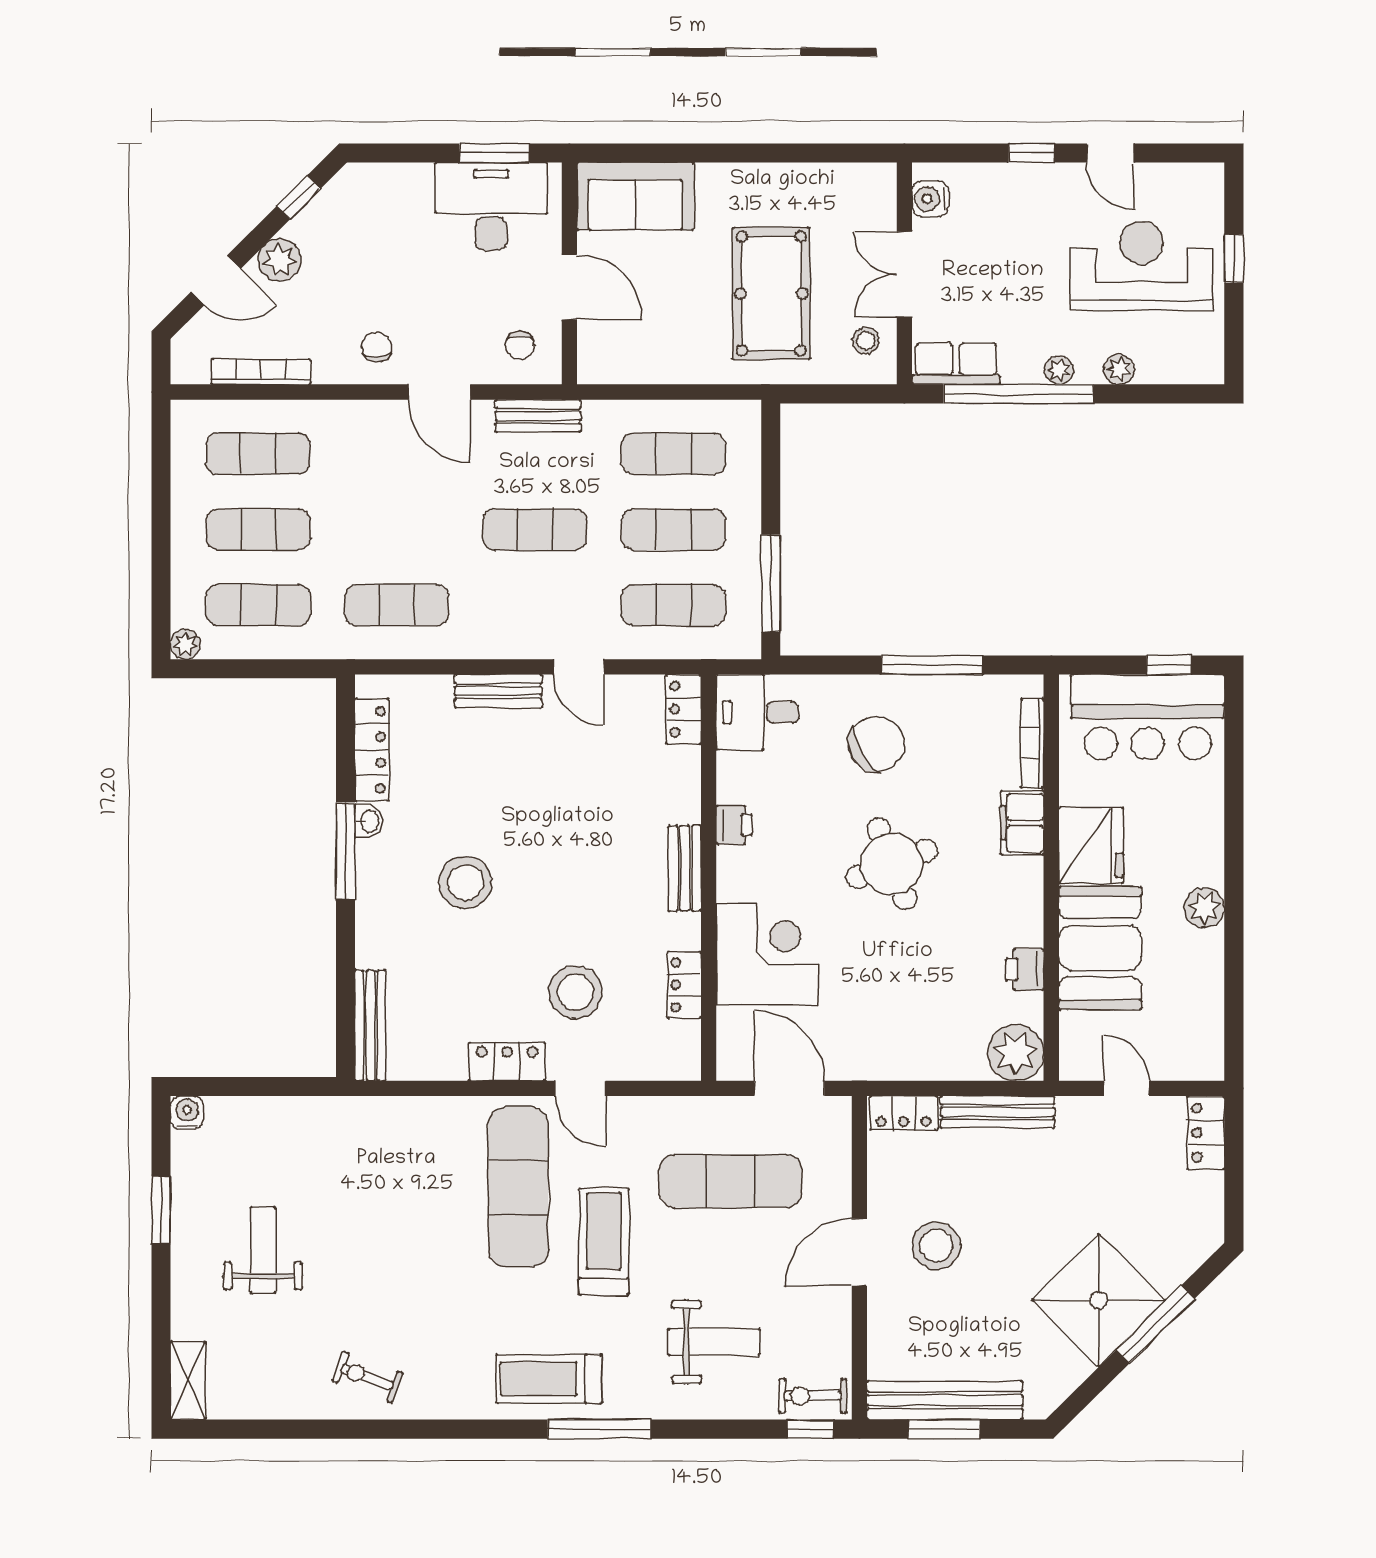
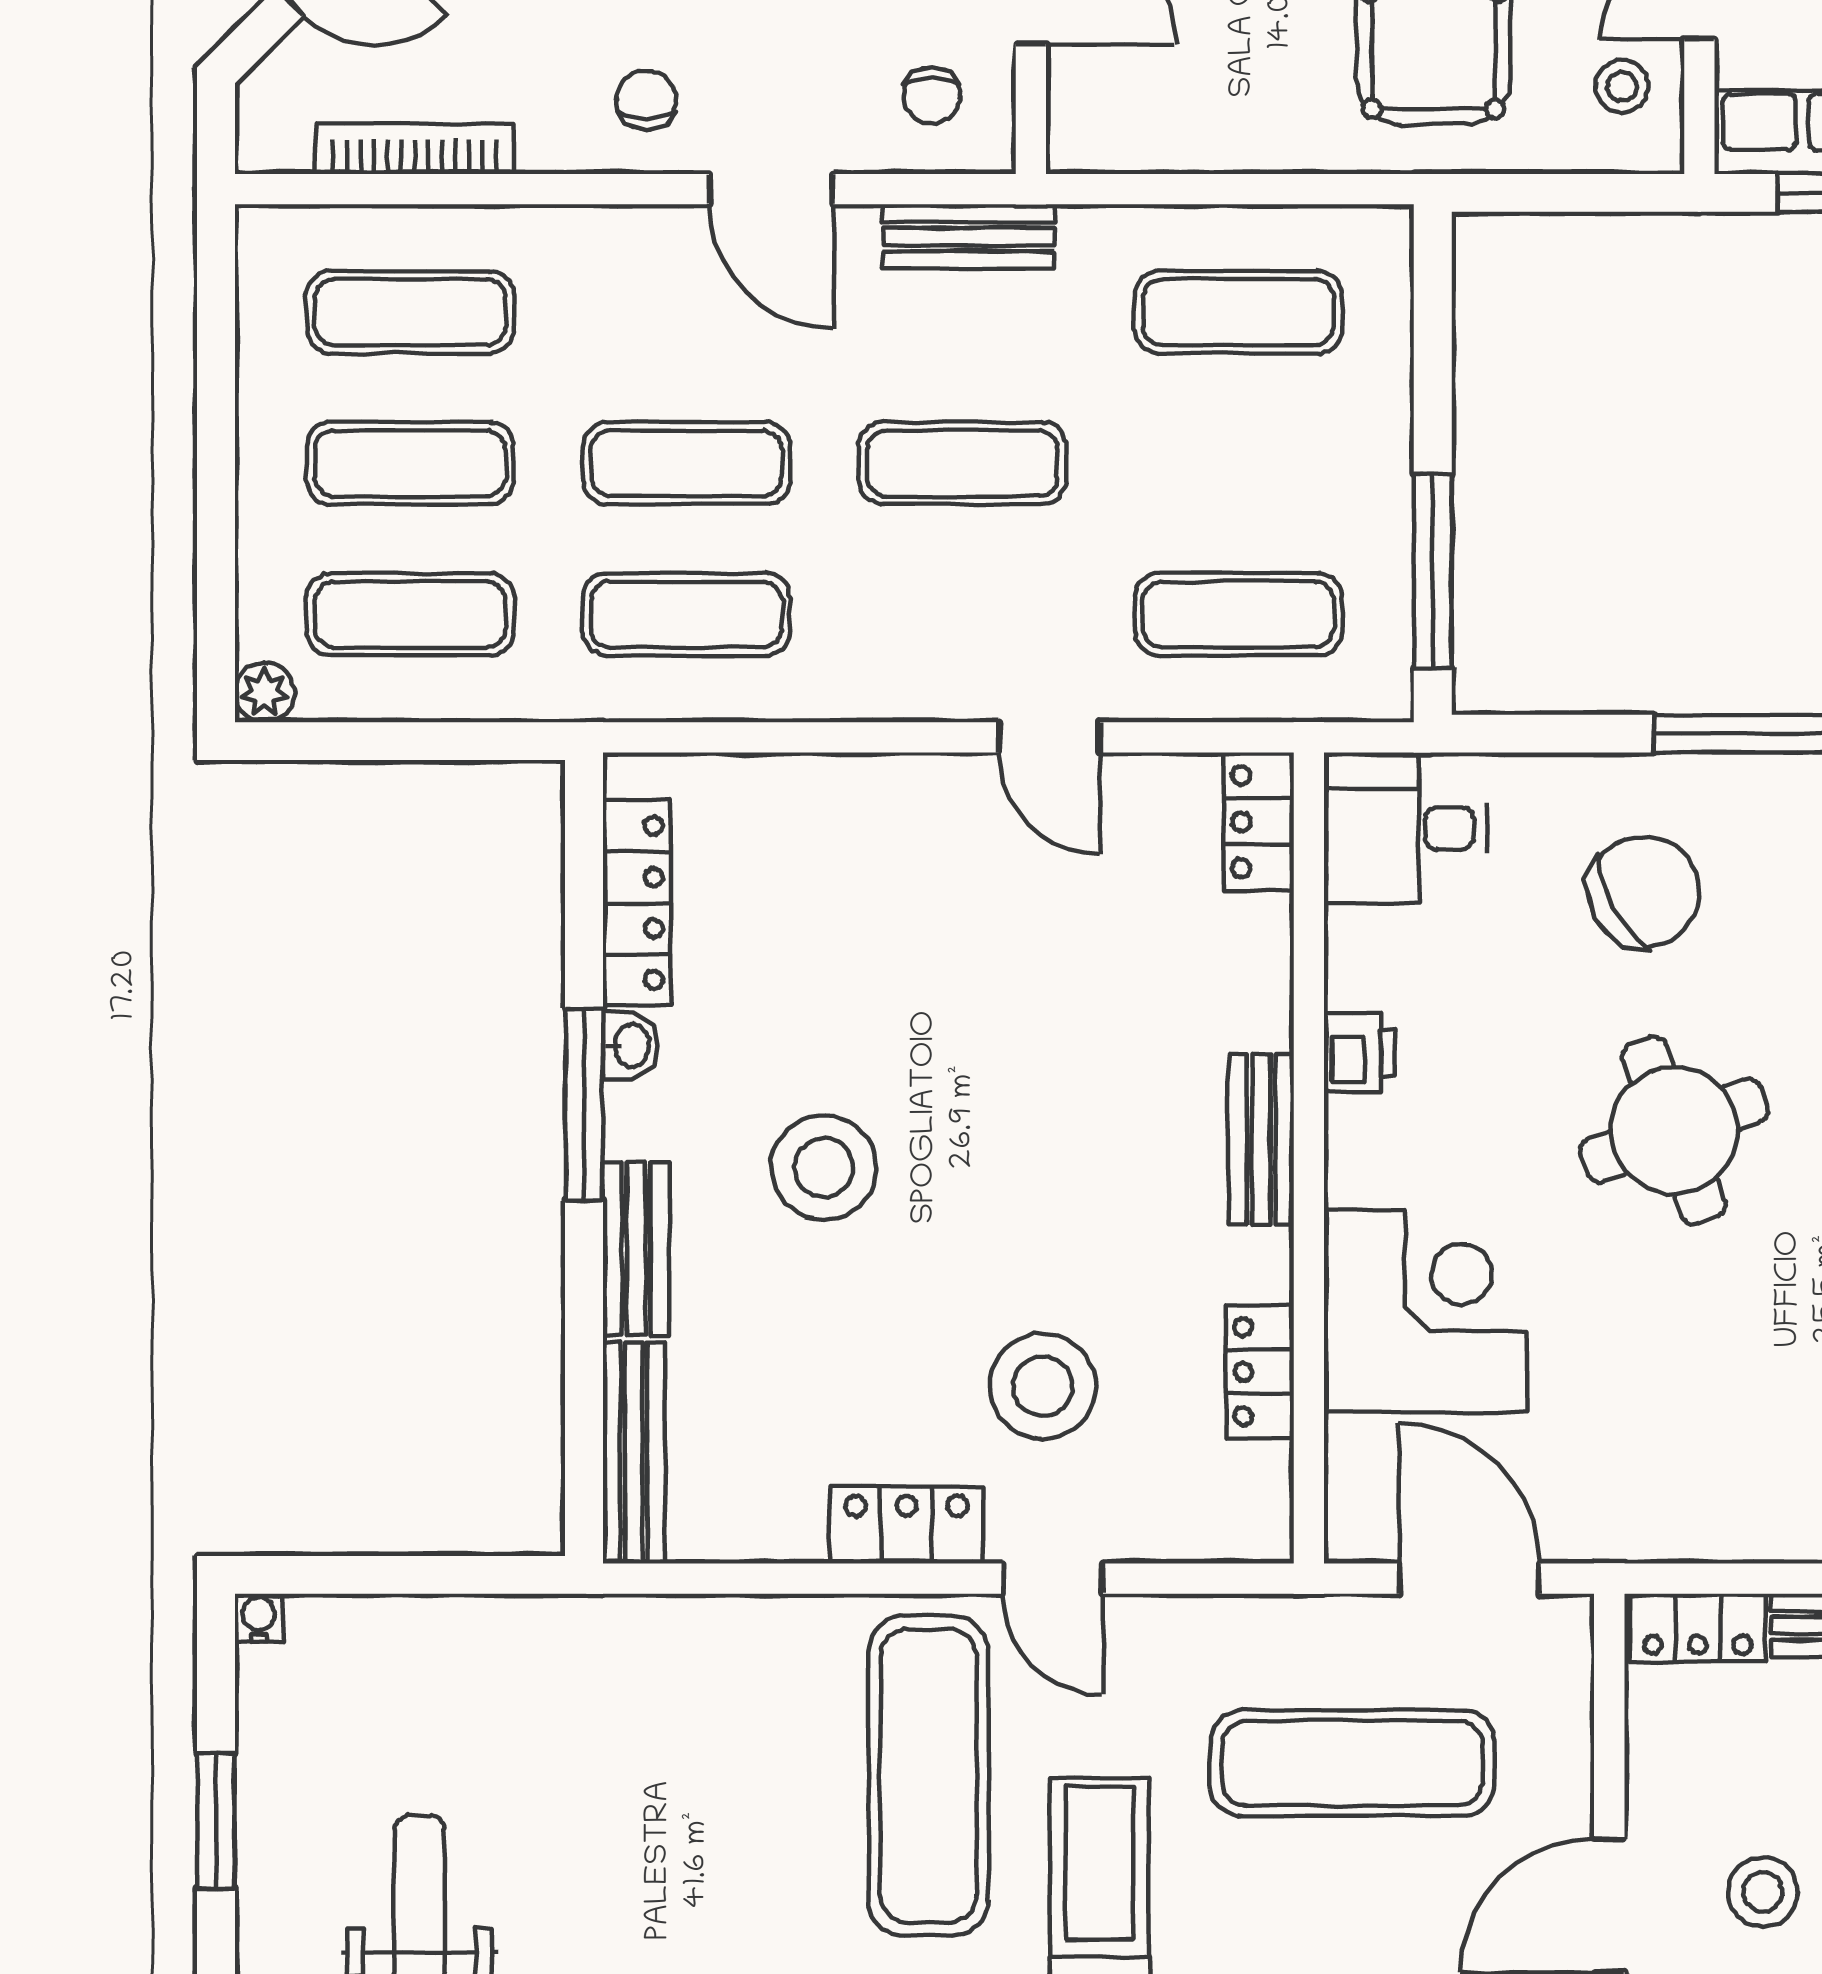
exercise mat: (673, 529) -> (686, 463), moved
bench: (498, 691) -> (636, 1249), moved, turned 90
water cooler: (187, 1113) -> (259, 1618), width x0.72, depth x0.72
stool: (936, 1245) -> (1763, 1892), width x0.73, depth x0.73

